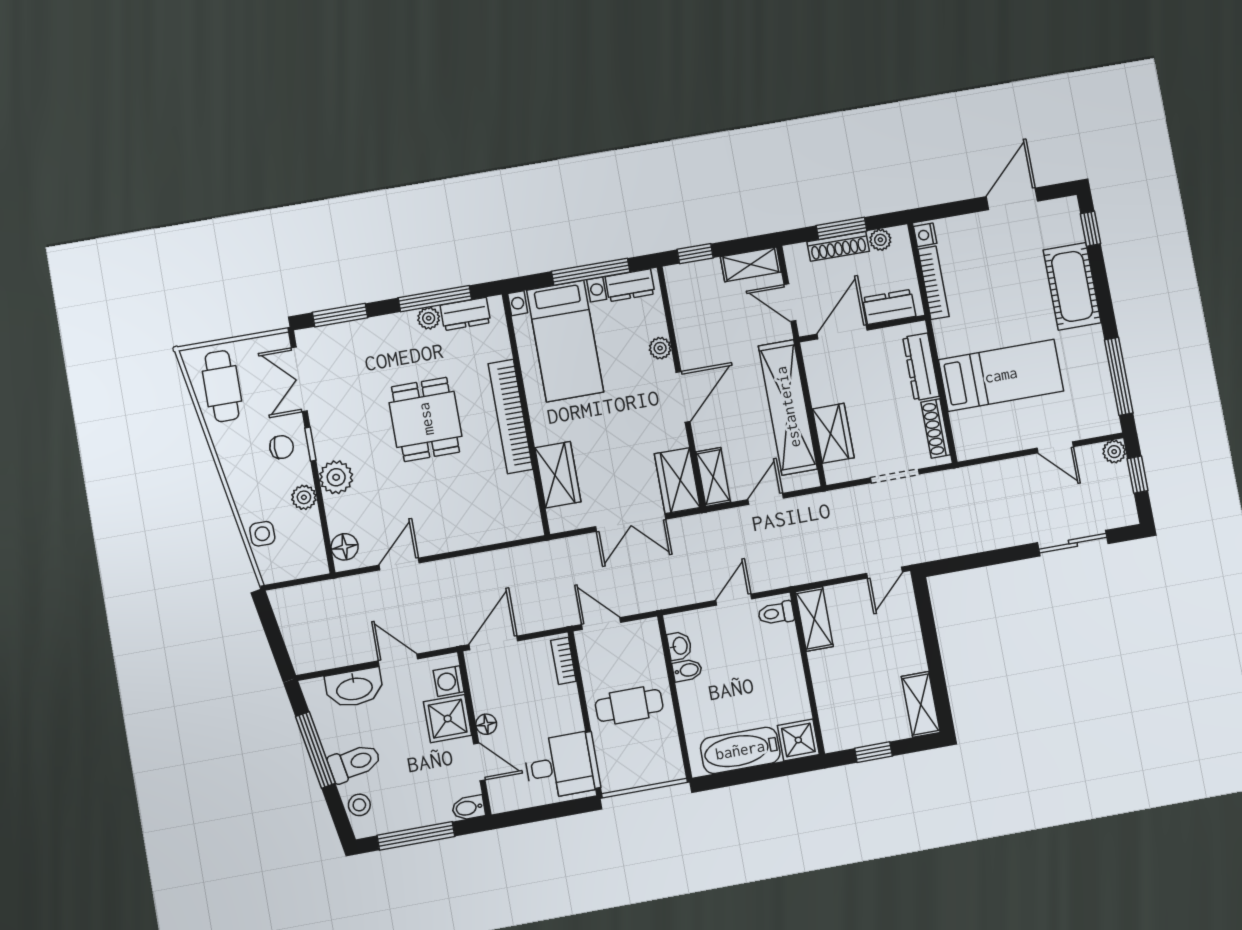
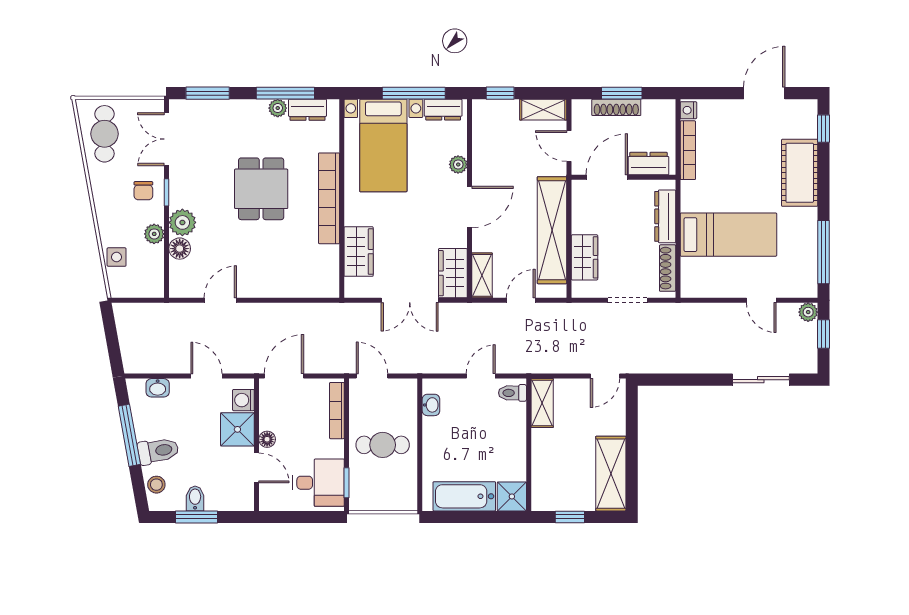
plant: (880, 240) -> (651, 108), removed
chair: (282, 447) -> (143, 191), turned 90
floor lamp: (345, 547) -> (180, 249), moved
bookcase: (563, 661) -> (337, 411), width x1.56
bidet: (687, 670) -> (434, 425), removed
washbasin: (354, 688) -> (158, 388), width x0.52, depth x0.69
shelving: (921, 704) -> (611, 474), width x1.50, depth x1.33
window: (593, 760) -> (346, 483), width x0.67
bidet: (468, 808) -> (195, 498), moved, turned 90
window: (416, 836) -> (197, 517), width x0.69

